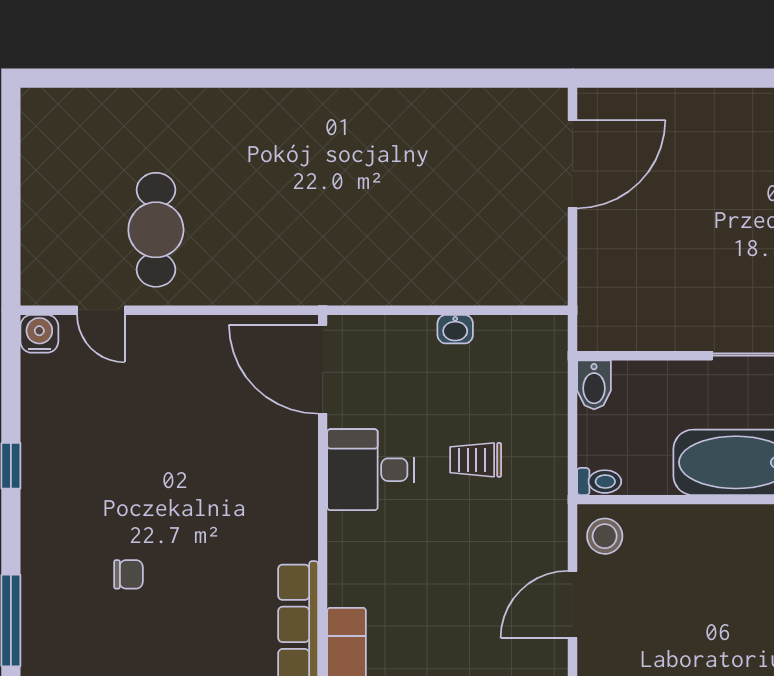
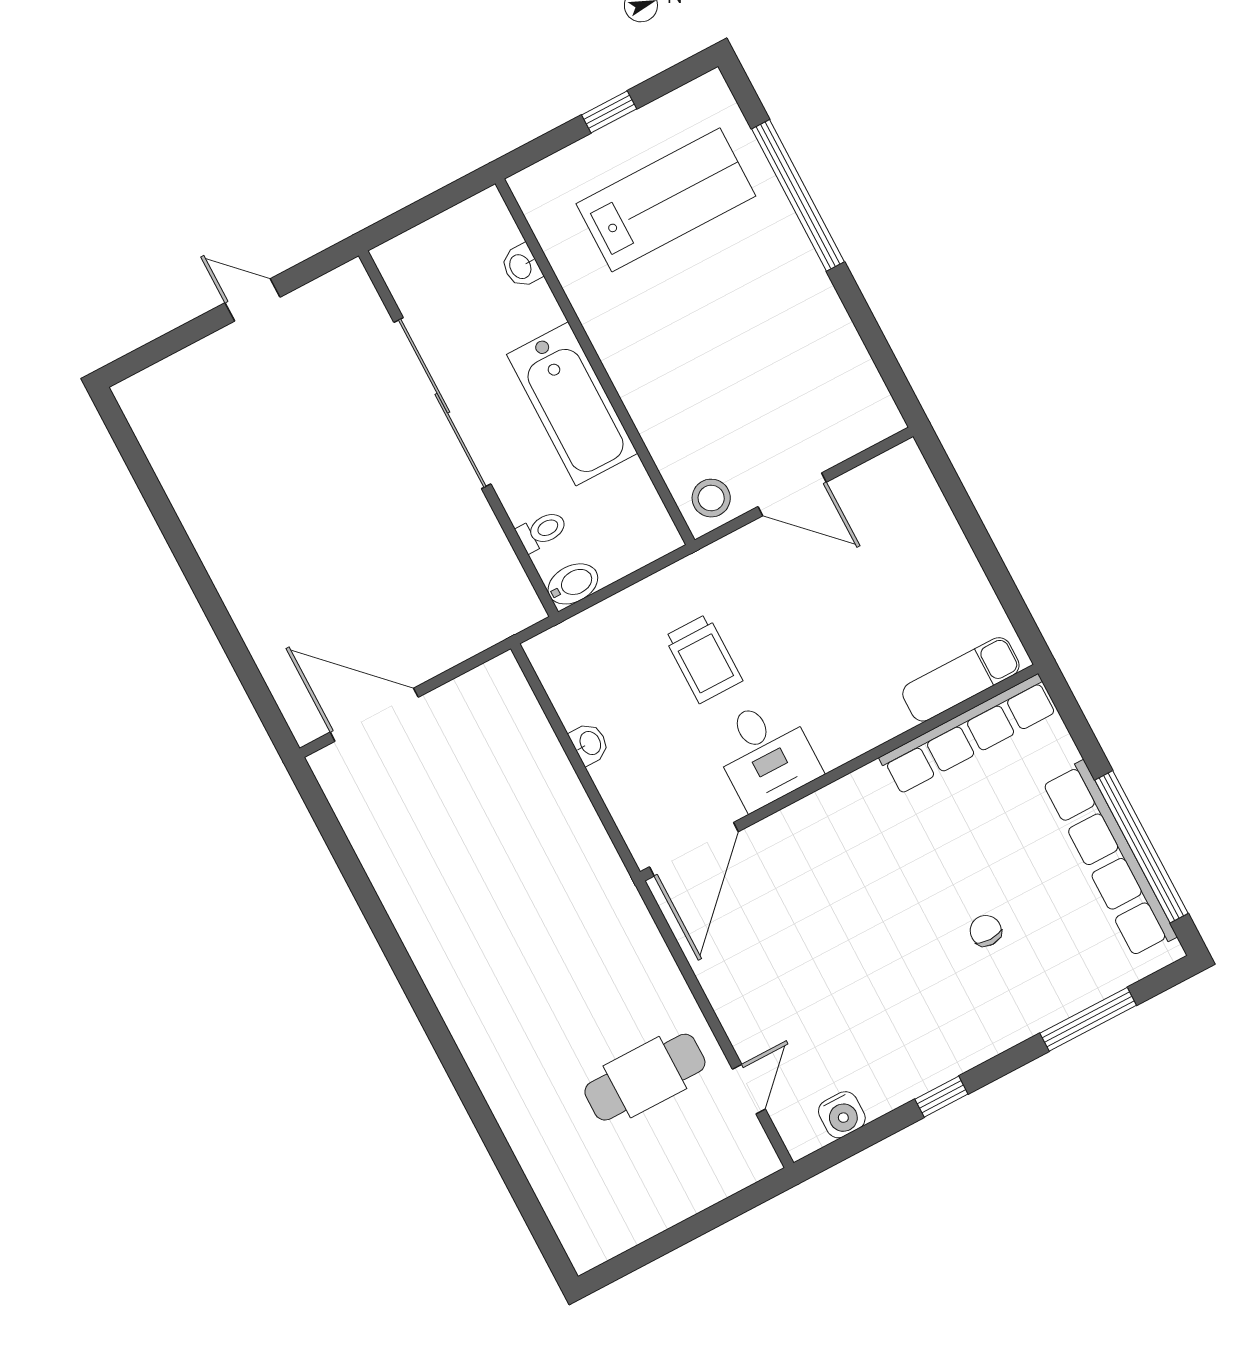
water cooler: (39, 334) -> (842, 1115), moved, turned -90
trolley: (476, 460) -> (703, 659), width x1.36, depth x1.39
toilet: (599, 482) -> (542, 531), moved, turned 90

